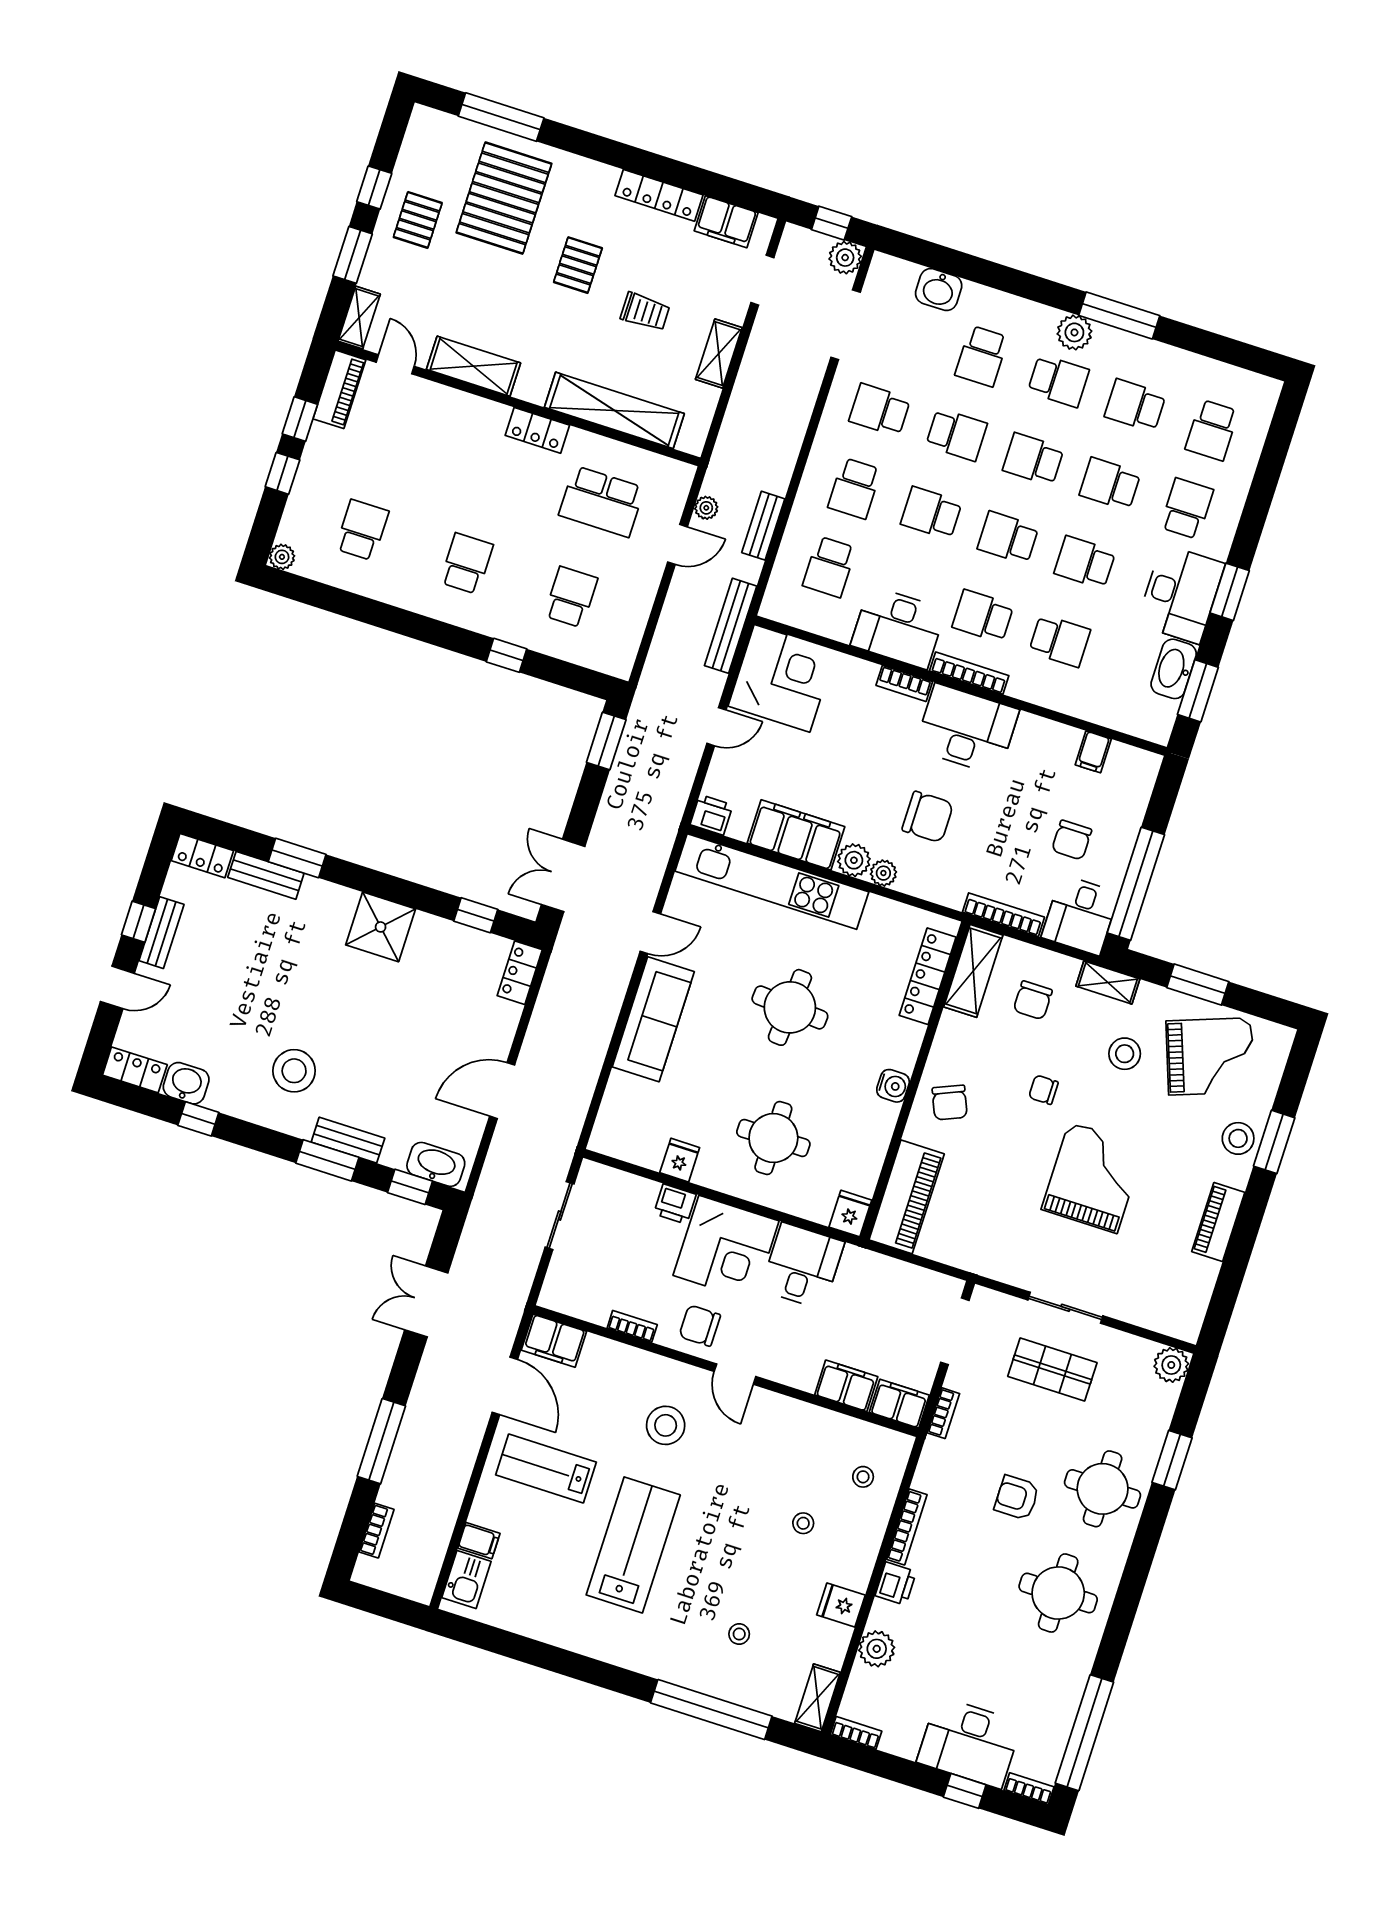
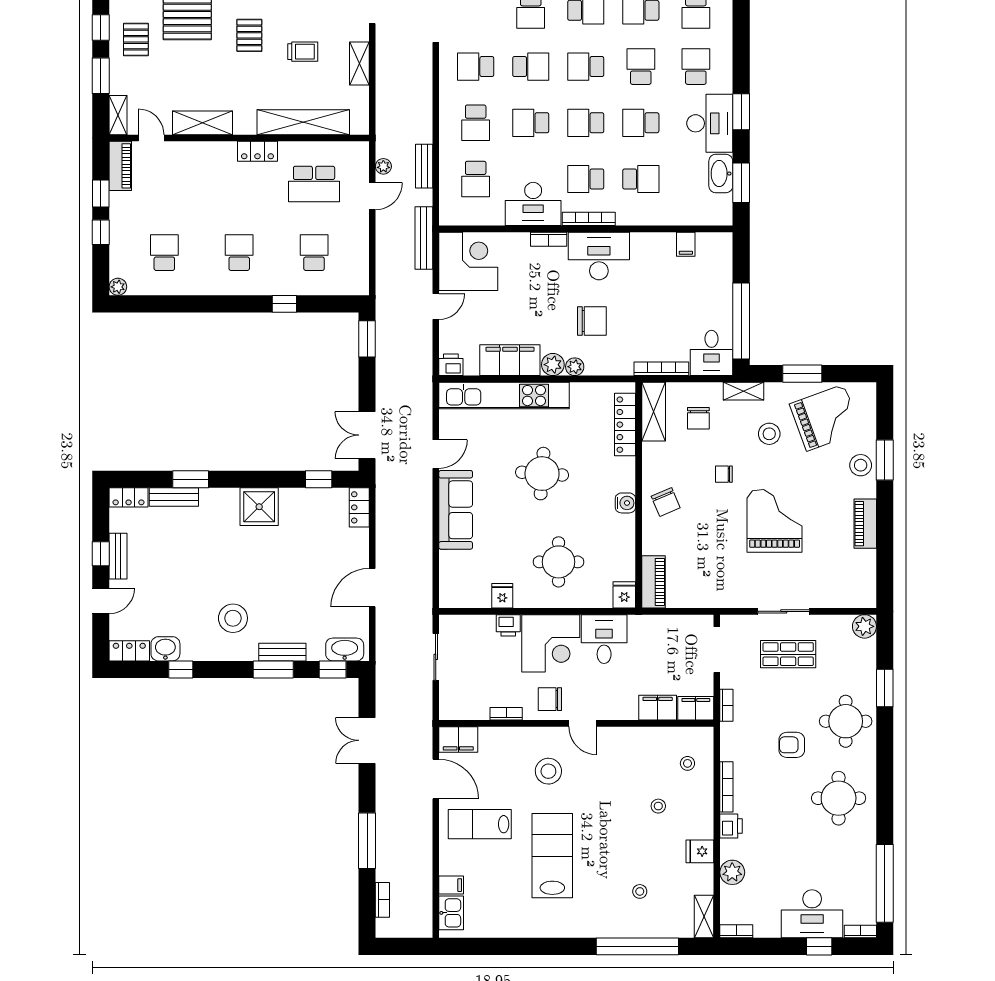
school desk: (1110, 484) -> (641, 67), turned 90
chair: (1072, 840) -> (690, 306), removed
piano: (907, 1197) -> (653, 582), width x0.73, depth x0.75

